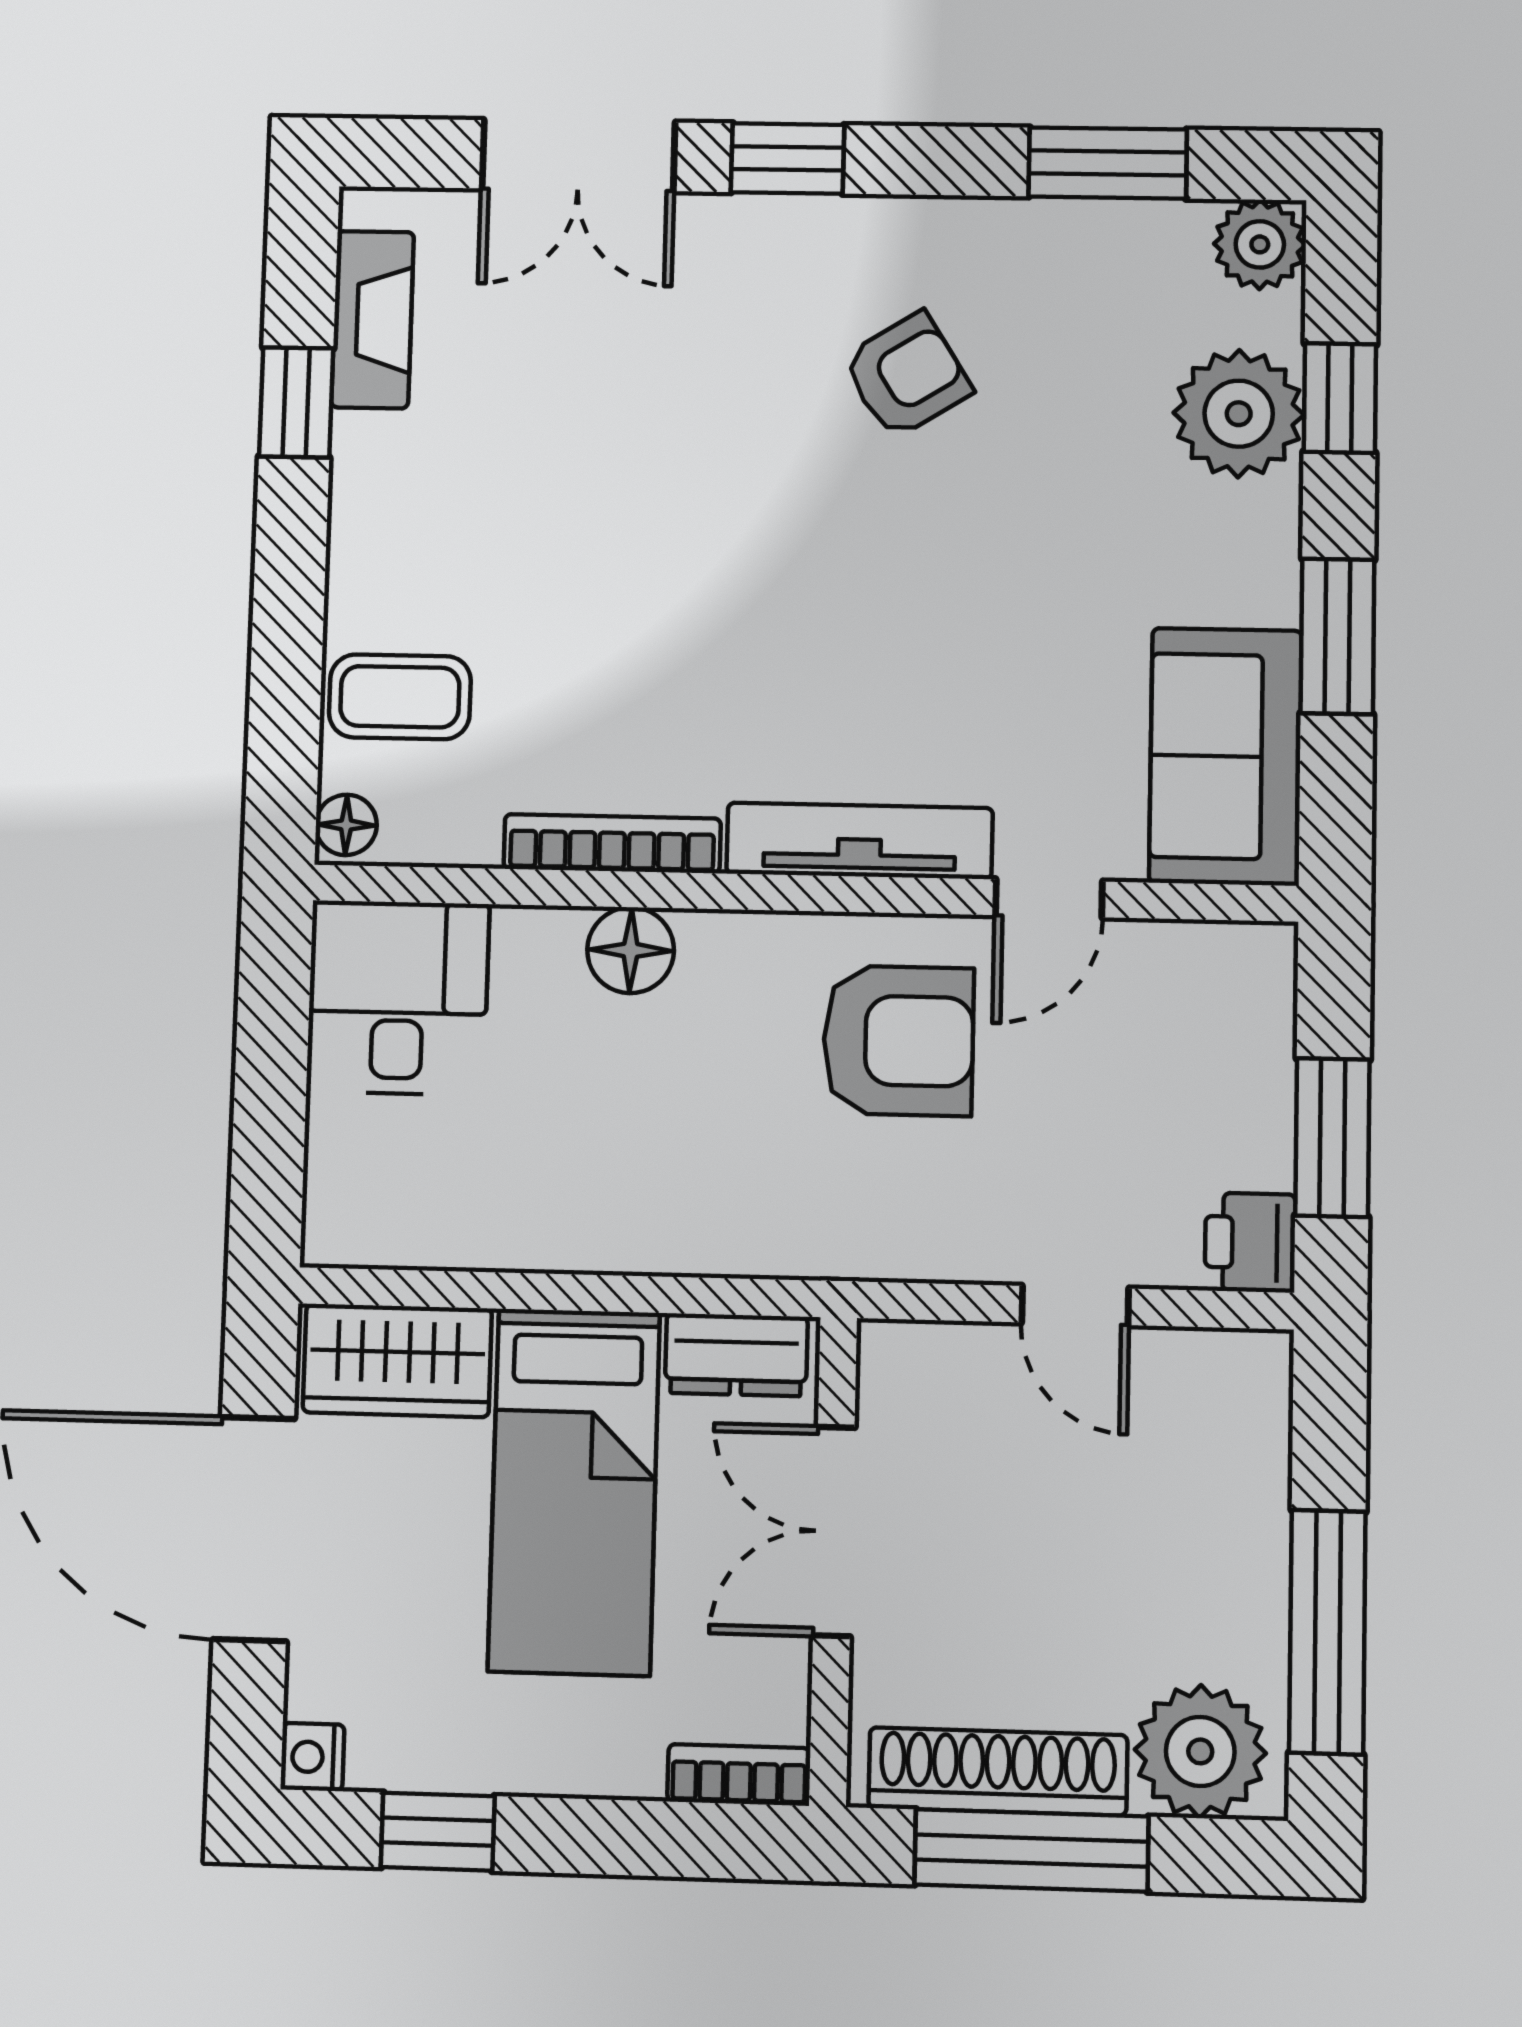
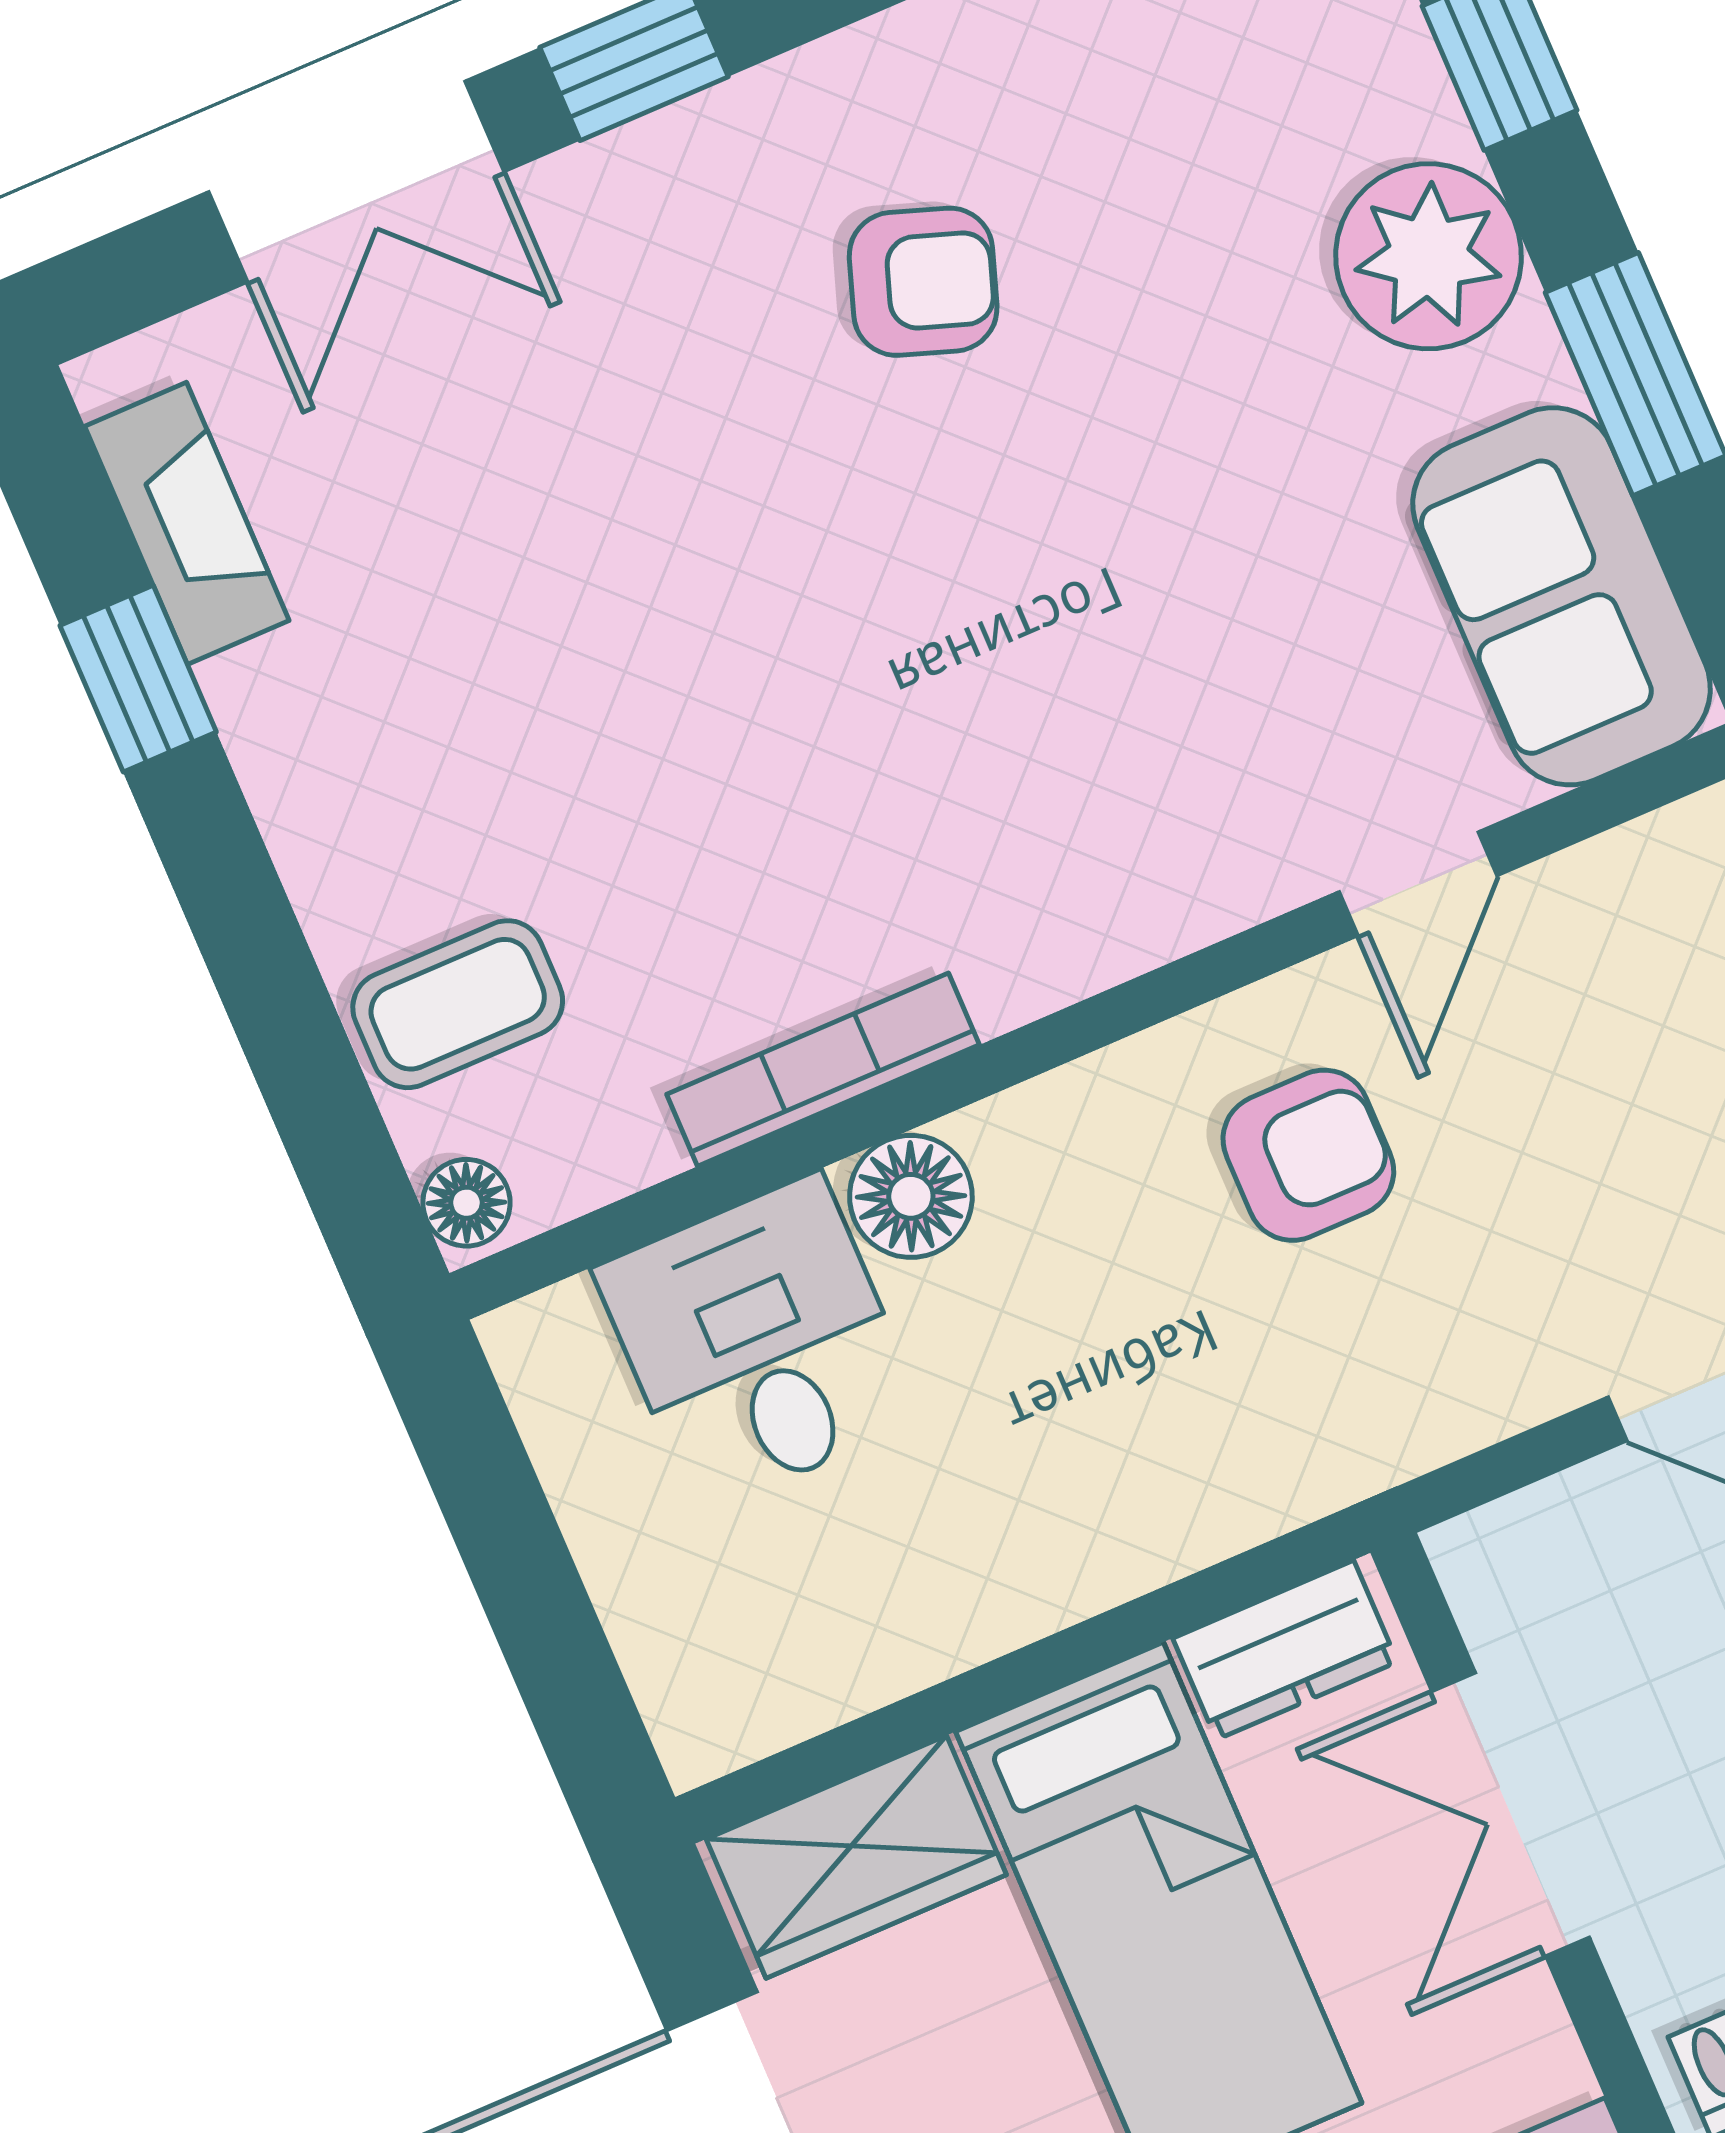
armchair: (907, 375) -> (923, 282), turned 51
plant: (1239, 414) -> (1429, 256), moved
tv unit: (860, 841) -> (1141, 920), removed
desk: (398, 998) -> (759, 1343), moved
armchair: (898, 1041) -> (1308, 1155), width x0.72, depth x0.72

